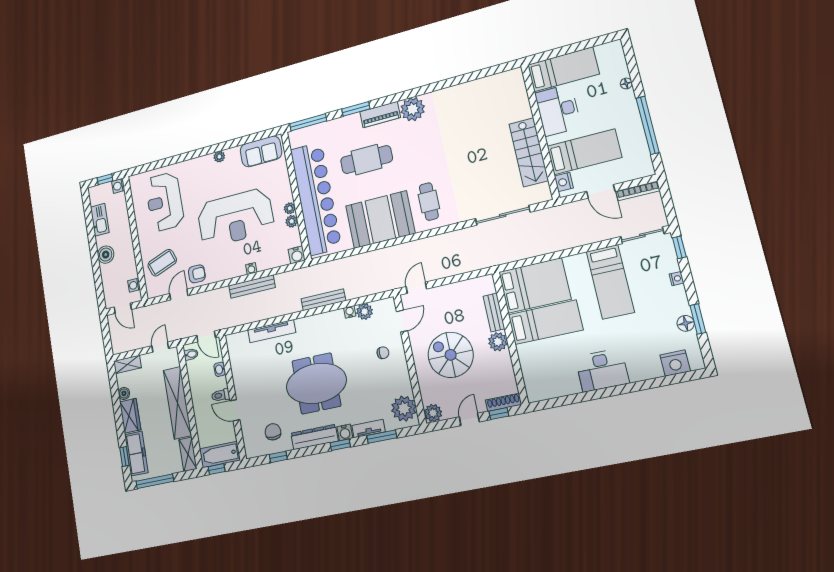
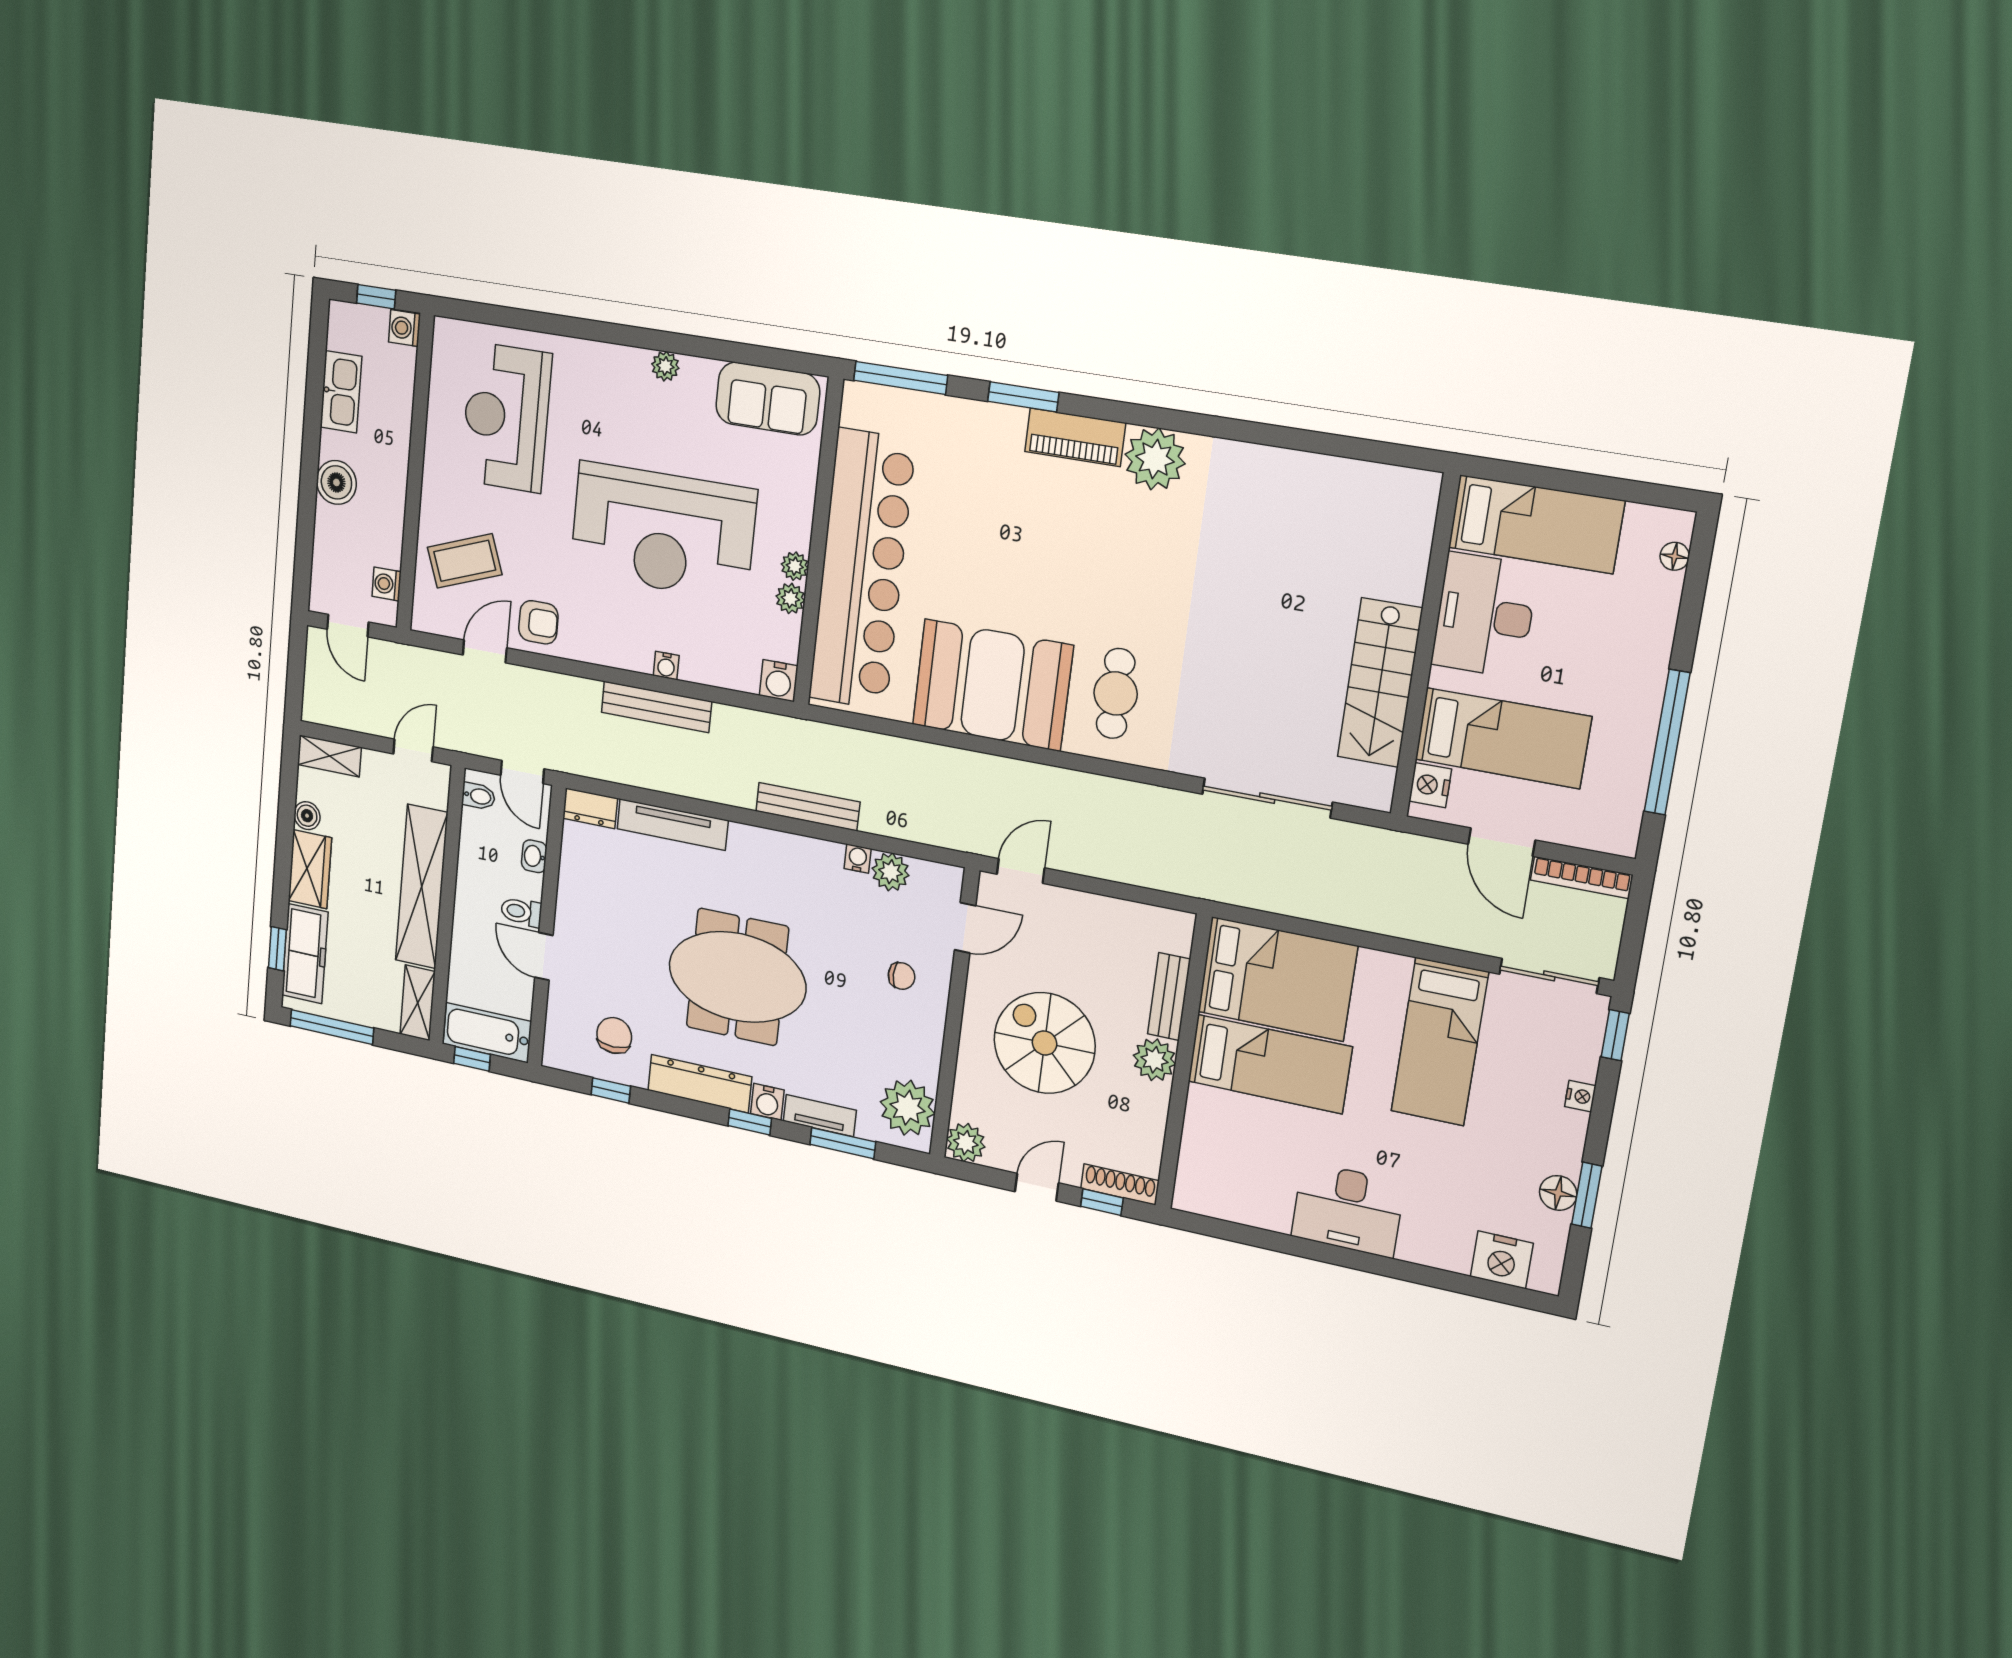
floor lamp: (626, 83) -> (1675, 556), moved
cafe table: (367, 160) -> (1008, 531), removed
dresser: (237, 339) -> (590, 808), added

